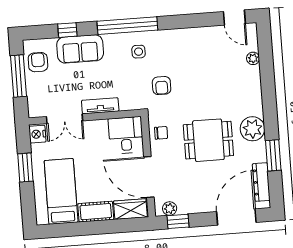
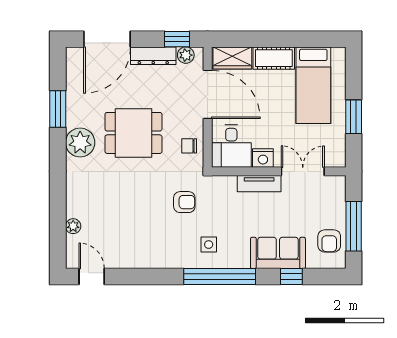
armchair: (162, 86) -> (184, 202), turned 90
nightstand: (37, 134) -> (263, 158), moved, turned 90
dresser: (261, 182) -> (153, 56), moved, turned 90

